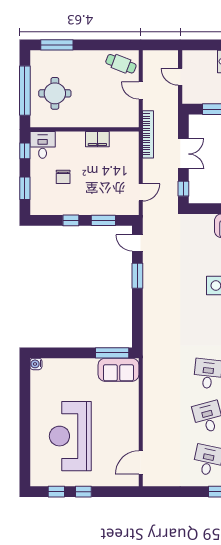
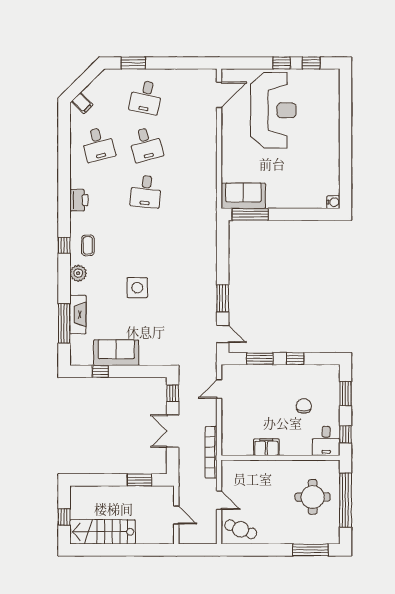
reception desk: (70, 436) -> (273, 110), moved

